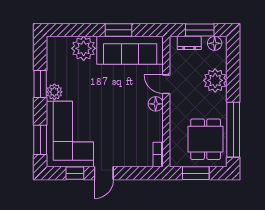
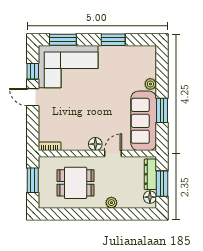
dresser: (189, 43) -> (150, 174), width x1.44
plant: (84, 48) -> (150, 84), width x0.53, depth x0.53
plant: (215, 80) -> (111, 203), width x0.53, depth x0.53
plant: (54, 92) -> (106, 53), removed
window: (233, 130) -> (72, 214), removed
dining table: (206, 139) -> (76, 183), moved

